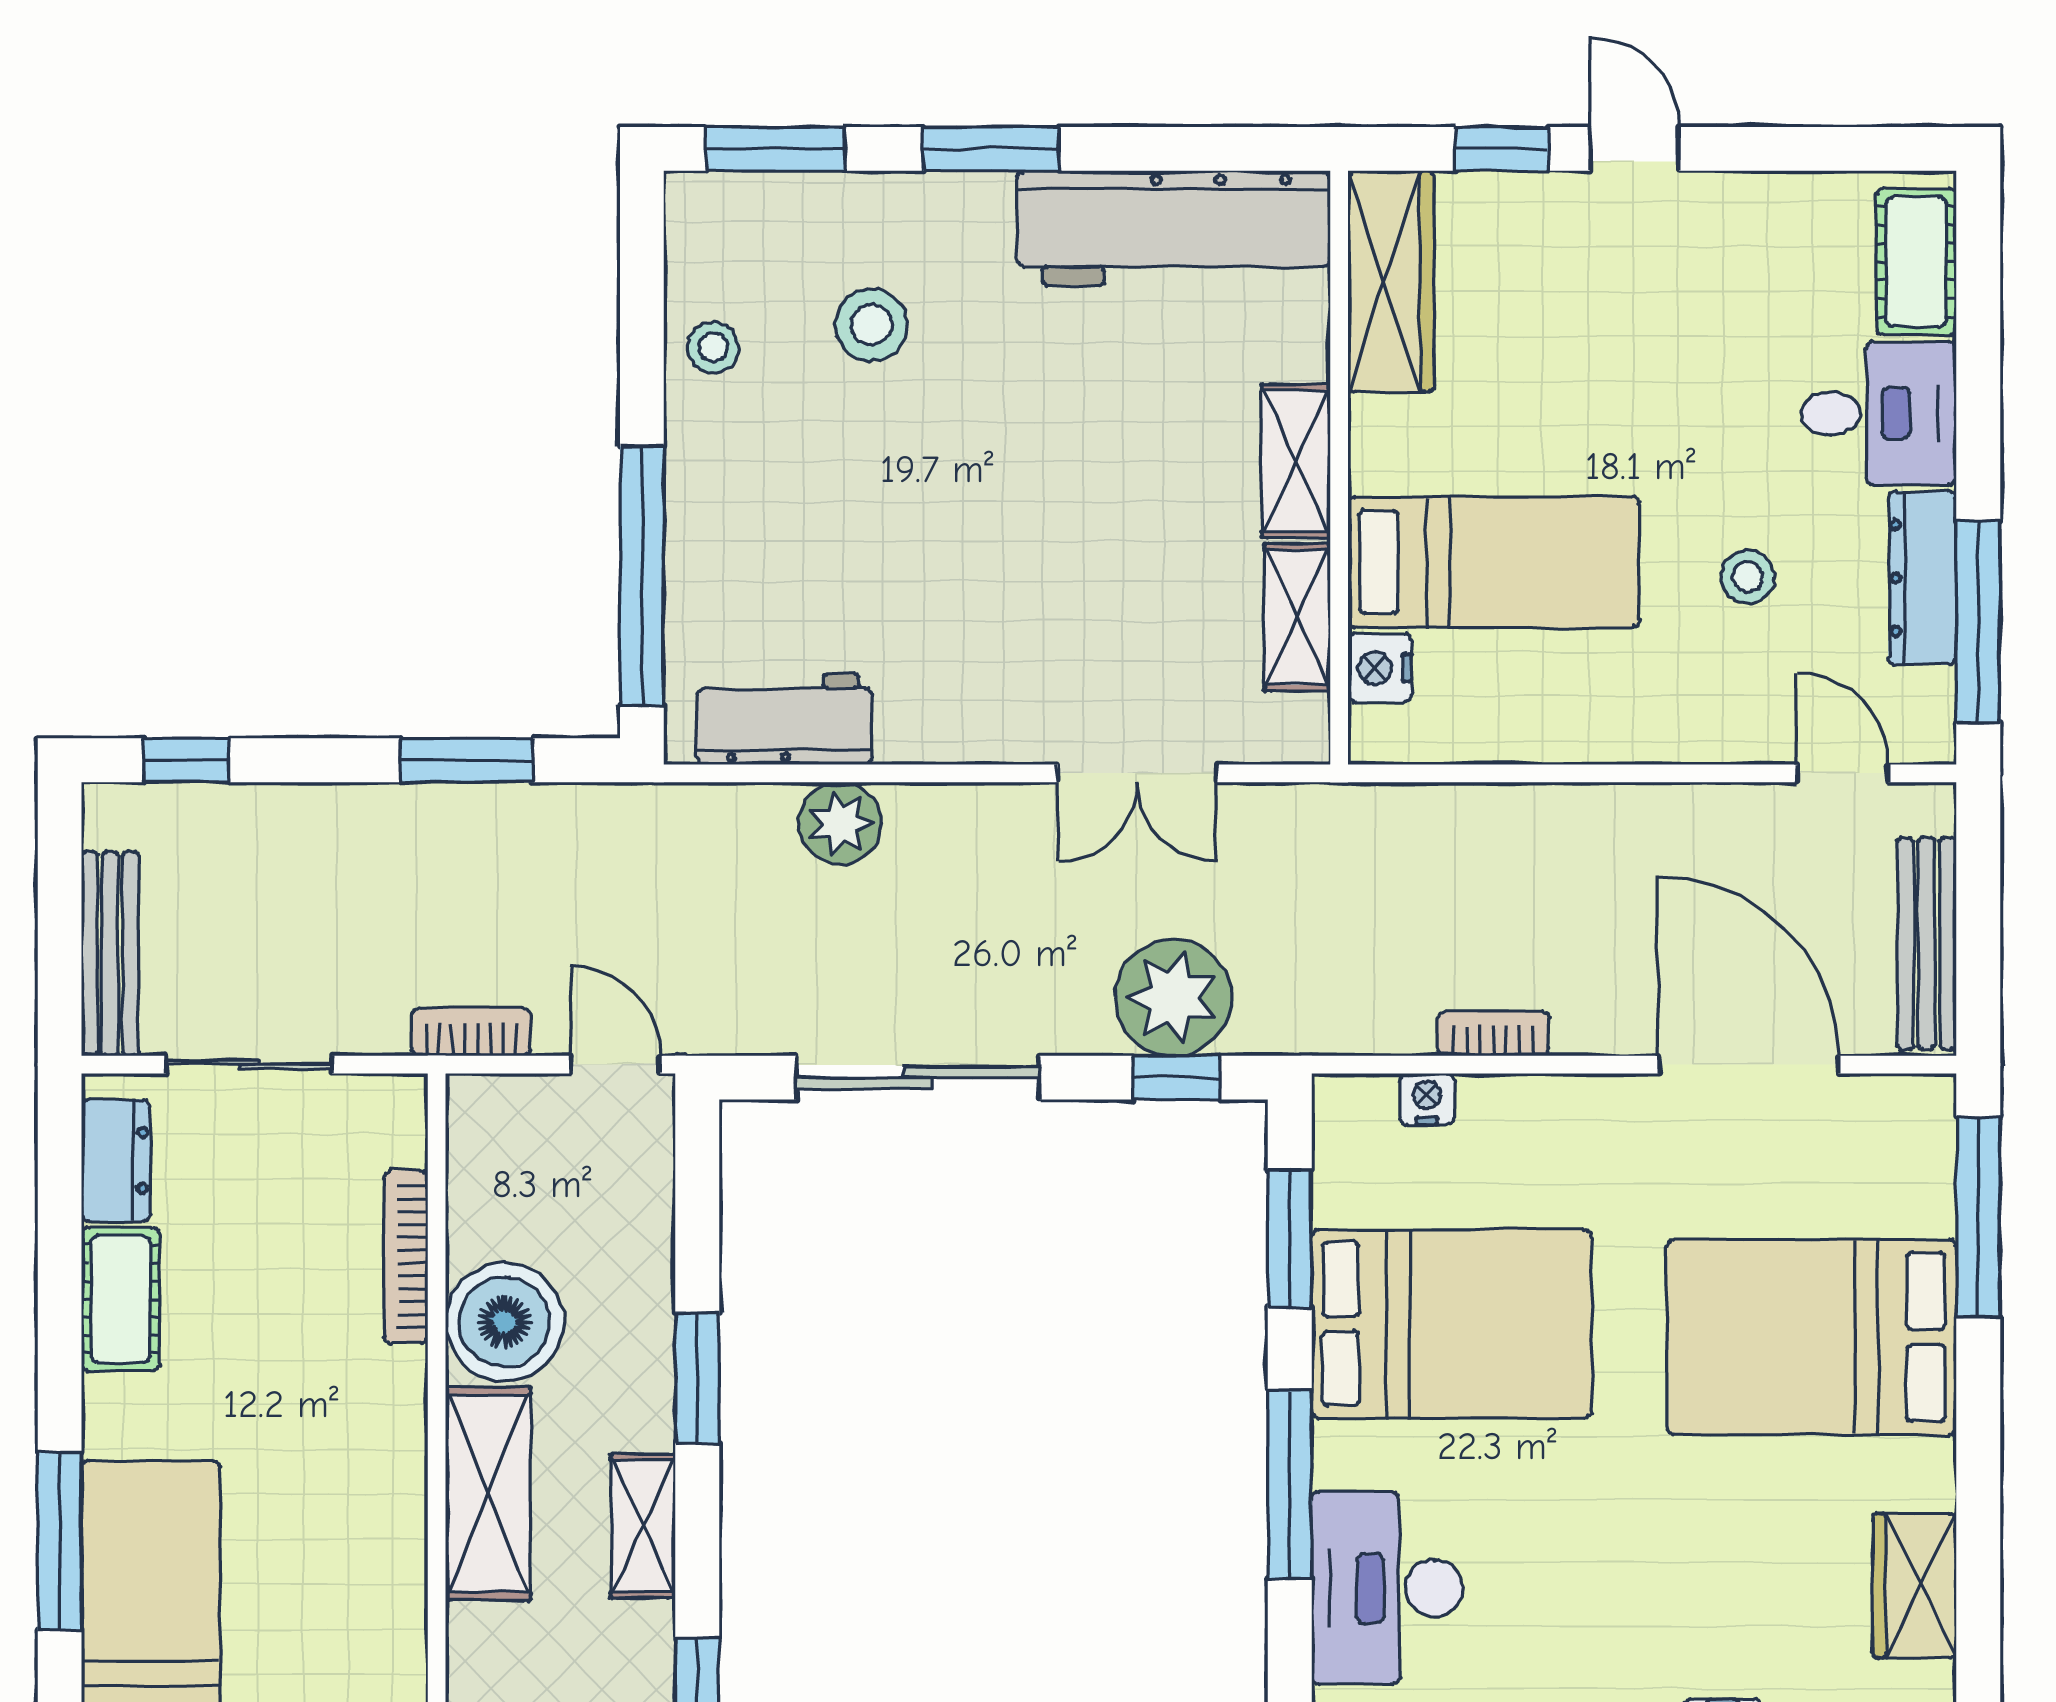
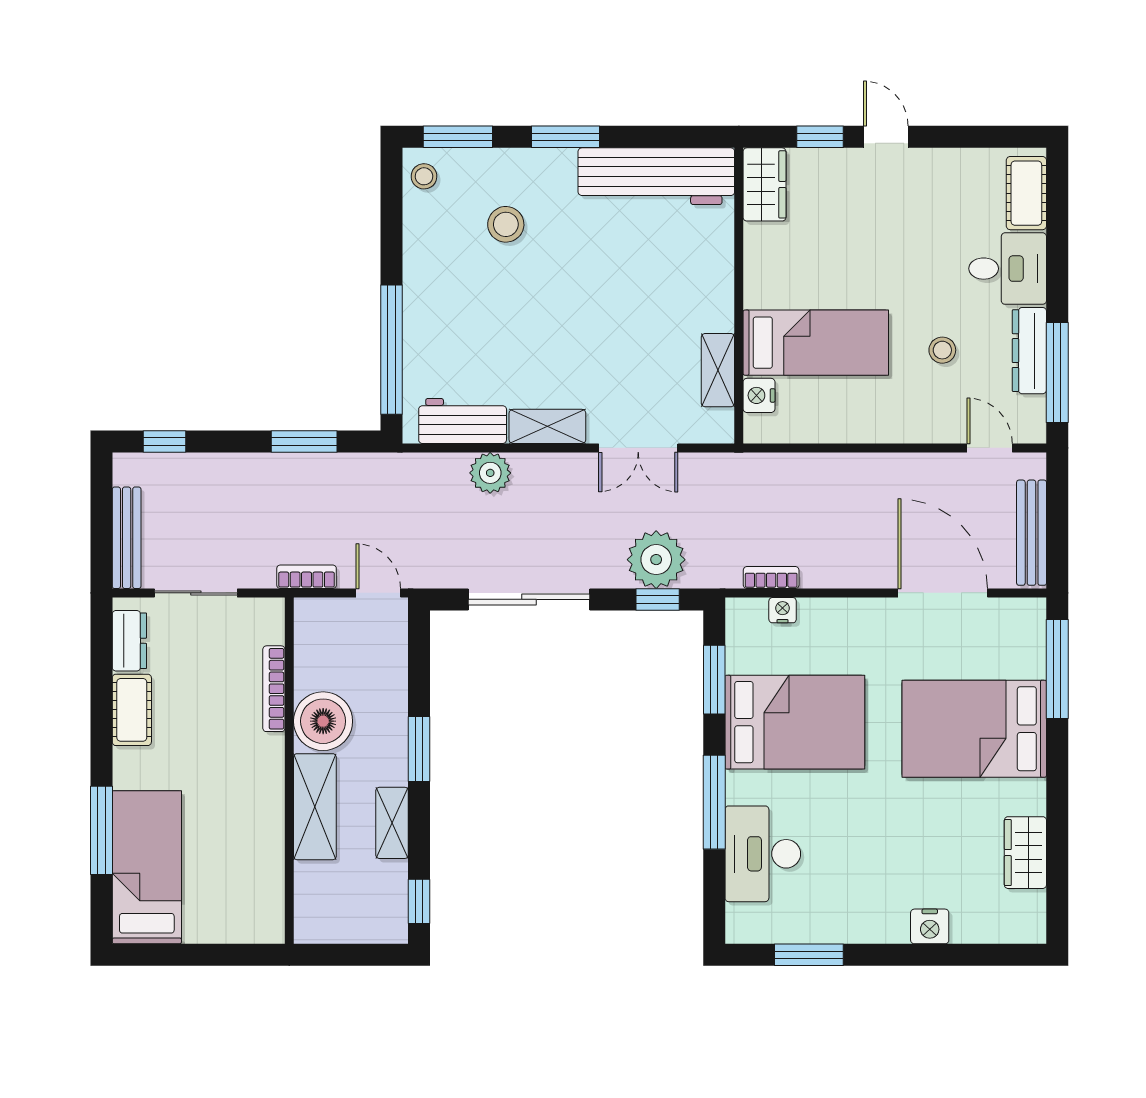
wardrobe: (1391, 281) -> (764, 184), width x0.67
stool: (713, 347) -> (424, 176), moved
shelving: (1296, 461) -> (547, 426), moved, turned 90
bookcase: (1493, 1034) -> (771, 578), moved

